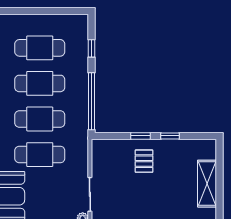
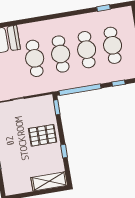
window: (141, 136) -> (57, 107), moved
pallet: (144, 161) -> (43, 135), width x1.50, depth x1.42
shelving: (207, 184) -> (49, 181), moved

